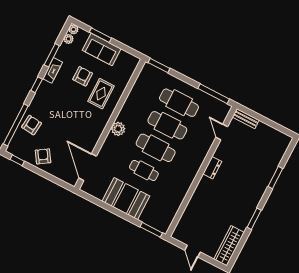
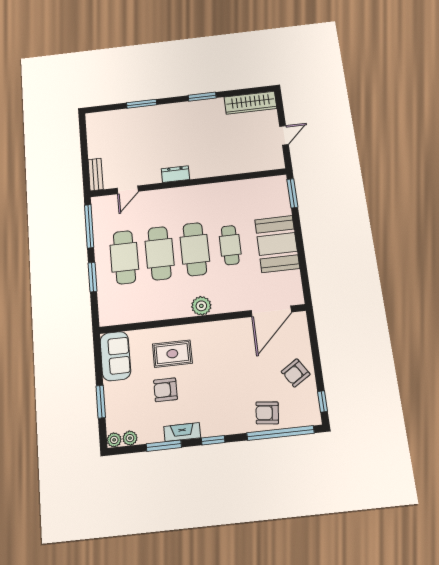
sofa: (102, 49) -> (115, 356), moved
window: (159, 65) -> (93, 277), moved

